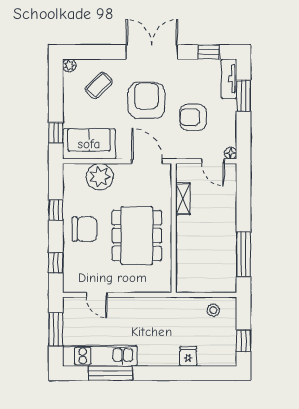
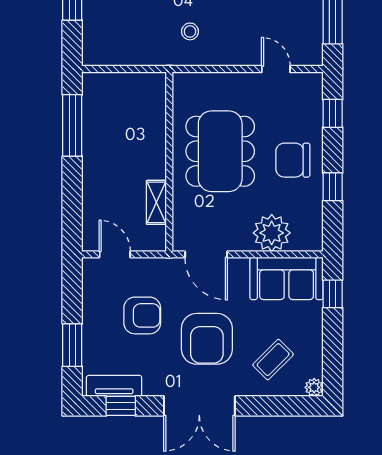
tv unit: (229, 79) -> (114, 386), moved, turned -90
floor lamp: (231, 153) -> (90, 266), removed
stool: (213, 310) -> (190, 31), moved

